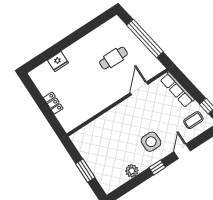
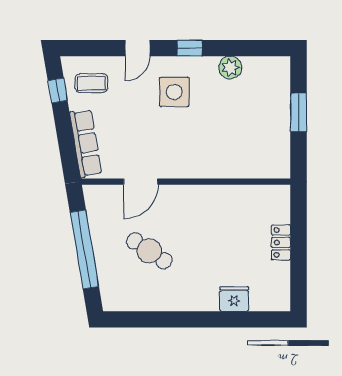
cafe table: (113, 58) -> (149, 251), turned 34

